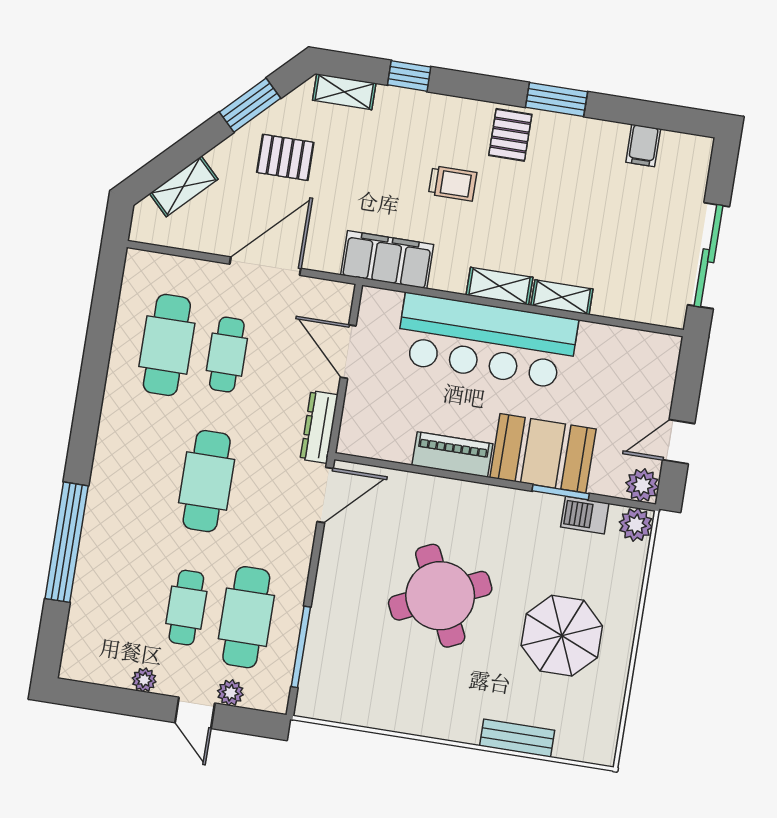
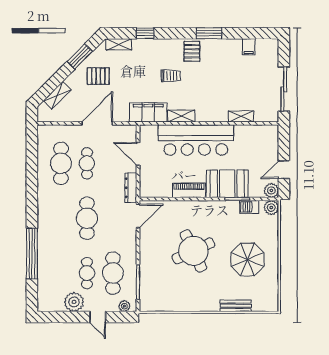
shelving: (500, 286) -> (181, 116), moved
shelving: (562, 297) -> (241, 116), moved
plant: (144, 680) -> (74, 302), width x1.88, depth x1.88
plant: (230, 693) -> (124, 306), moved

